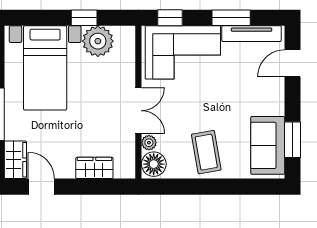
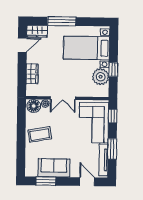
sofa: (268, 145) -> (54, 168), moved

